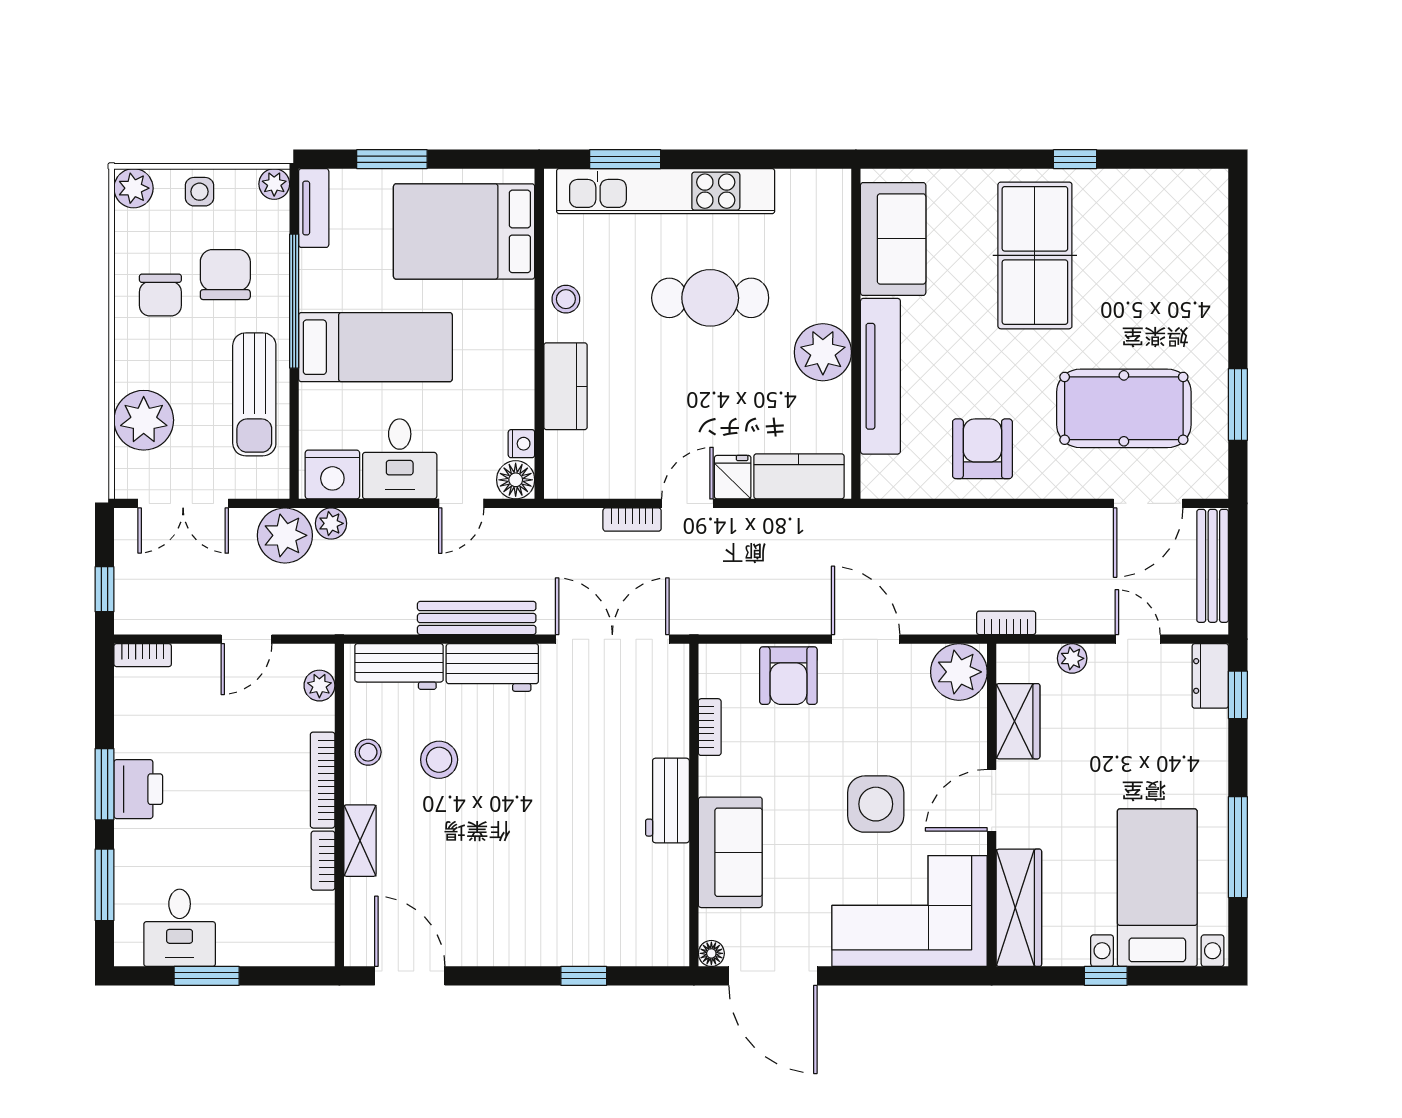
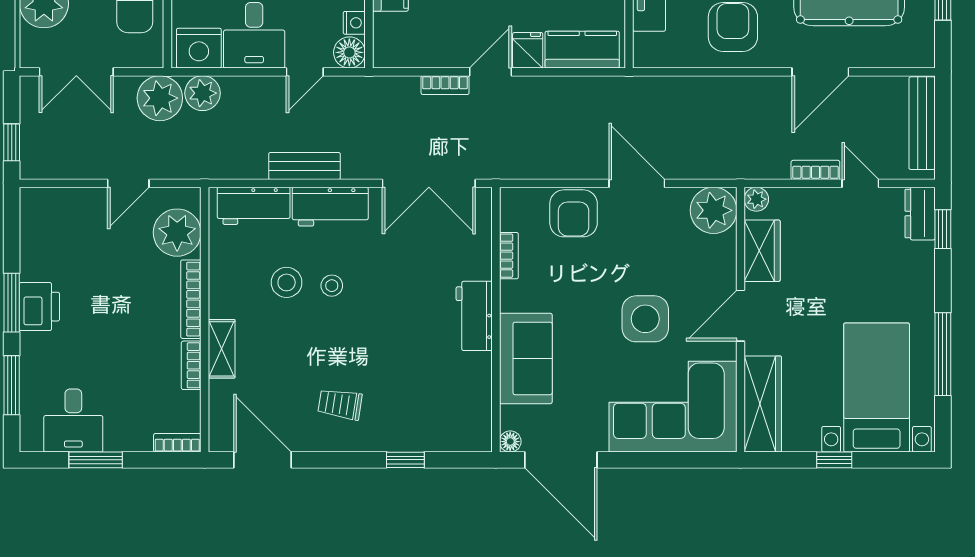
door: (1148, 503) -> (820, 72), moved
plant: (331, 523) -> (203, 93), width x1.38, depth x1.38
bench: (477, 618) -> (304, 166), width x0.73
bookcase: (1006, 623) -> (815, 170), moved
double door: (612, 639) -> (429, 183), swing flipped
bookcase: (143, 655) -> (177, 443), moved, turned 180
plant: (1072, 658) -> (756, 199), moved
plant: (319, 686) -> (177, 233), width x1.87, depth x1.87
stool: (368, 752) -> (332, 286), moved
trolley: (504, 908) -> (340, 404), added

